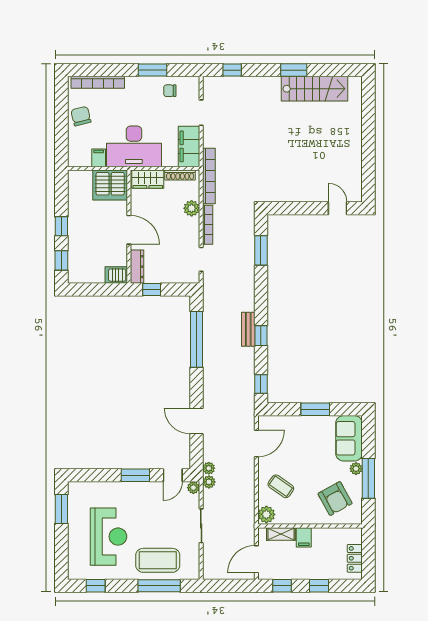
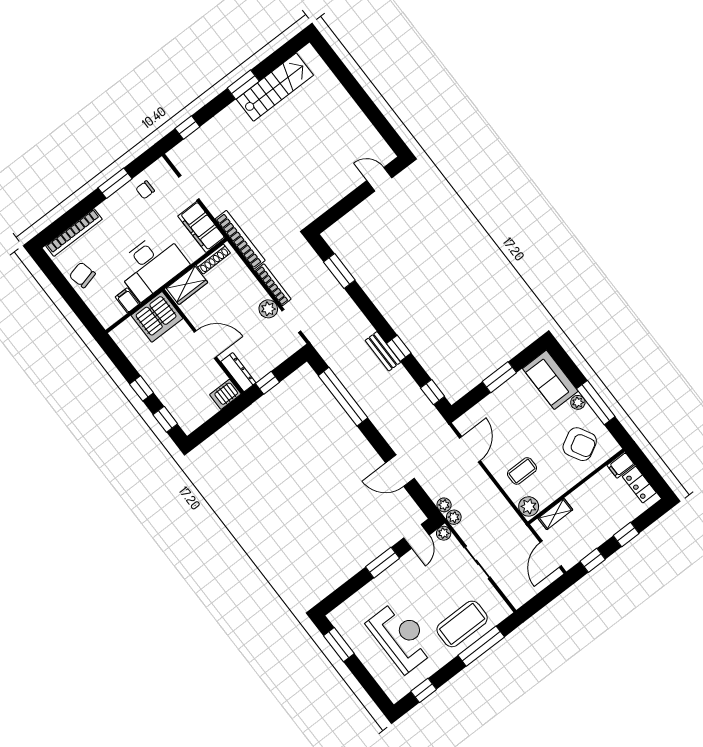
plant: (192, 208) -> (268, 309), moved
coffee table: (281, 486) -> (522, 471), turned -35
filing cabinet: (304, 537) -> (621, 465), moved, turned 90

